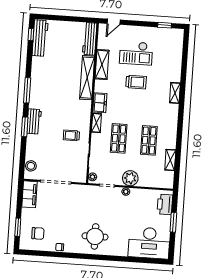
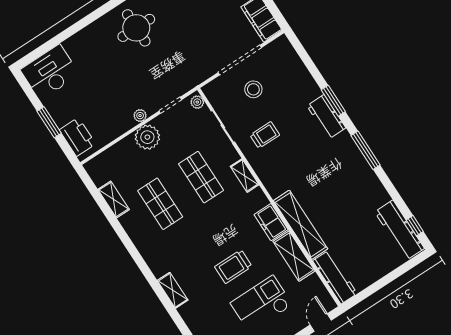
freezer: (100, 103) -> (271, 222), moved
stool: (31, 166) -> (253, 89), moved
desk: (149, 243) -> (50, 72), width x0.73, depth x0.77

